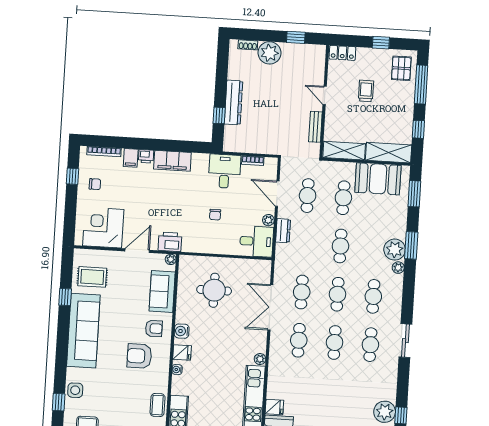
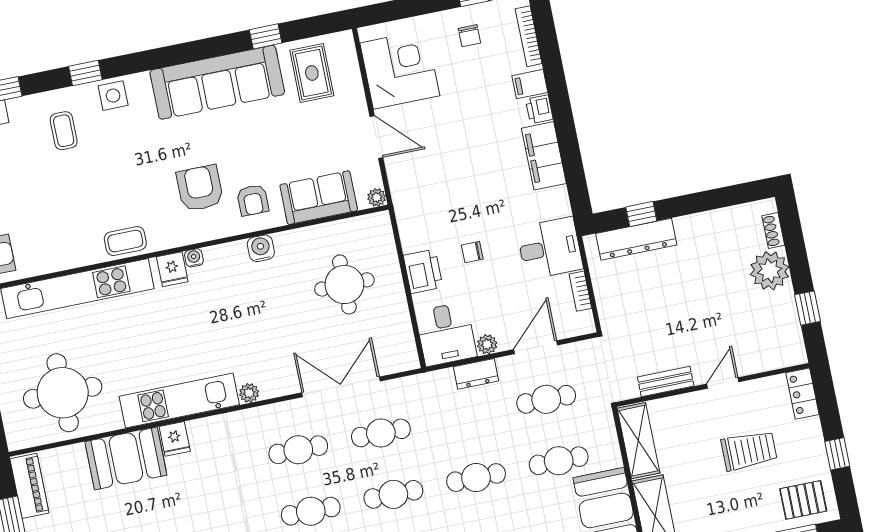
trolley: (366, 91) -> (749, 450), width x1.36, depth x1.39
dresser: (234, 102) -> (636, 239), moved
printer: (170, 242) -> (423, 271), moved
fridge: (182, 353) -> (172, 269), moved

